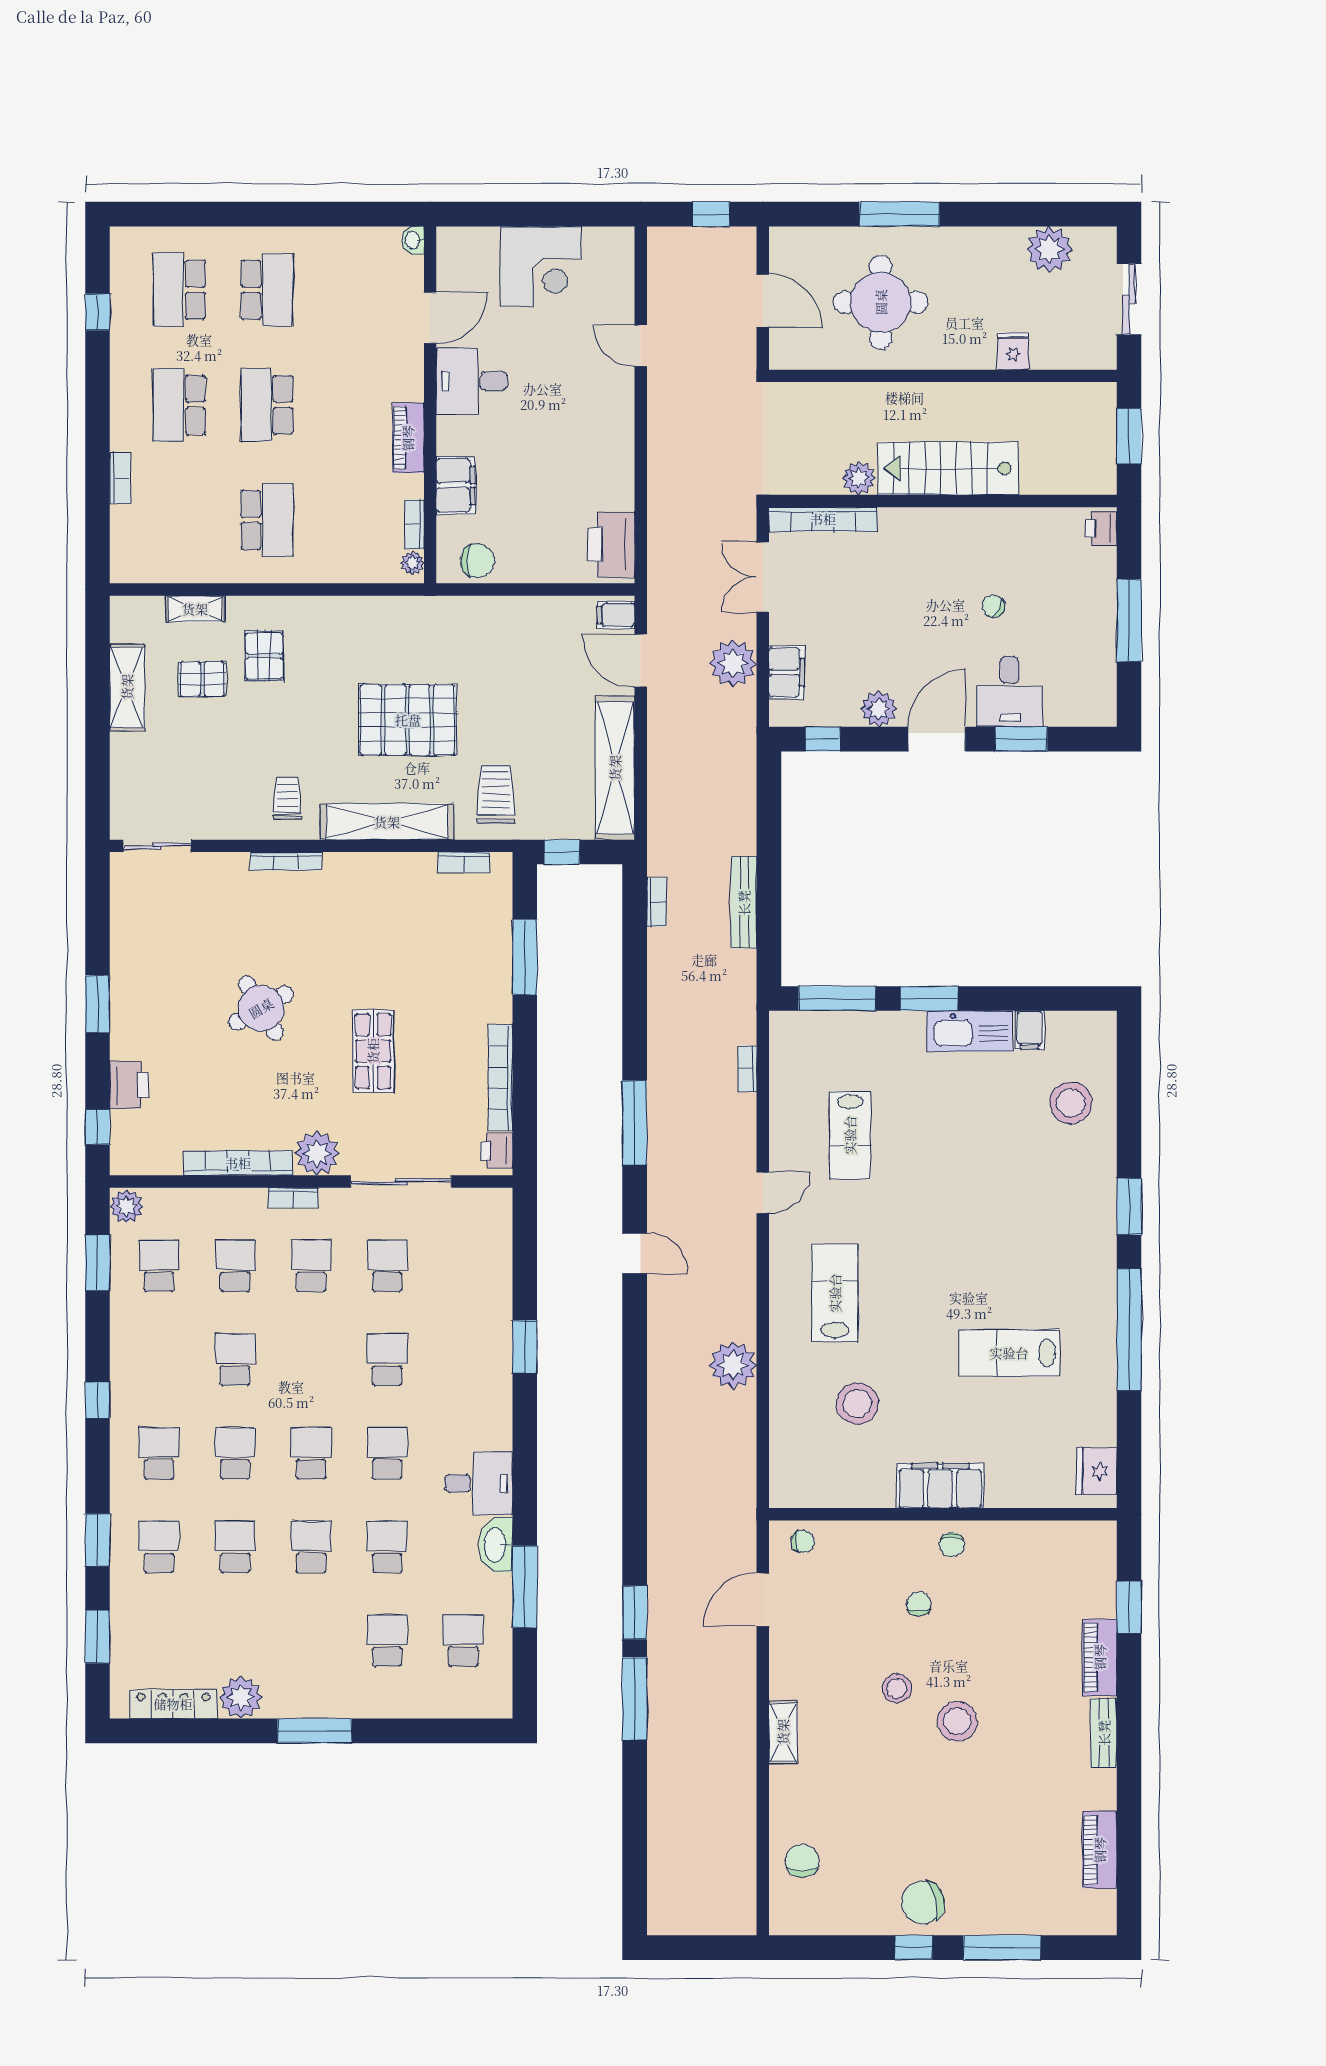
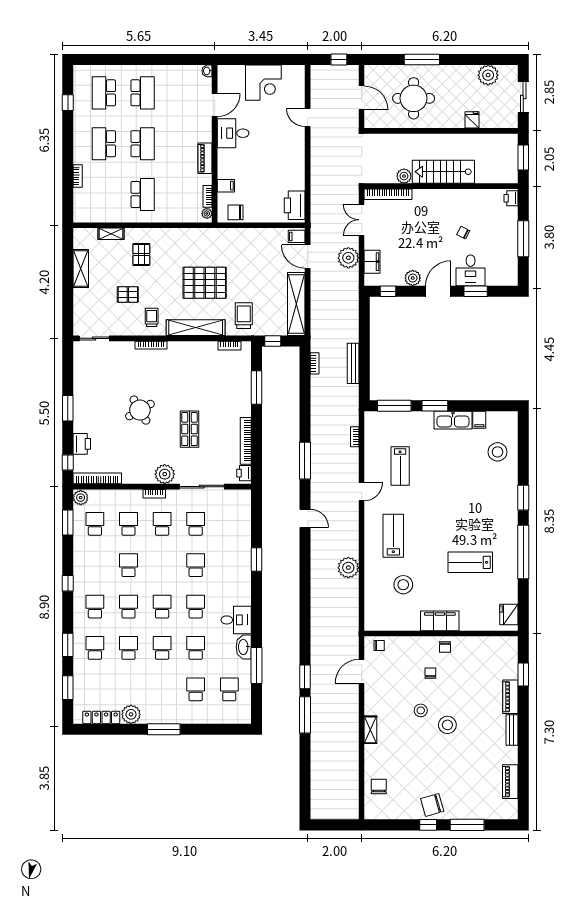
school desk: (267, 405) -> (143, 144), turned 180
filing cabinet: (456, 485) -> (226, 186), width x0.50
chair: (477, 561) -> (235, 212), turned 180
pallet: (202, 679) -> (128, 295), moved
bookcase: (238, 1163) -> (97, 478), moved

